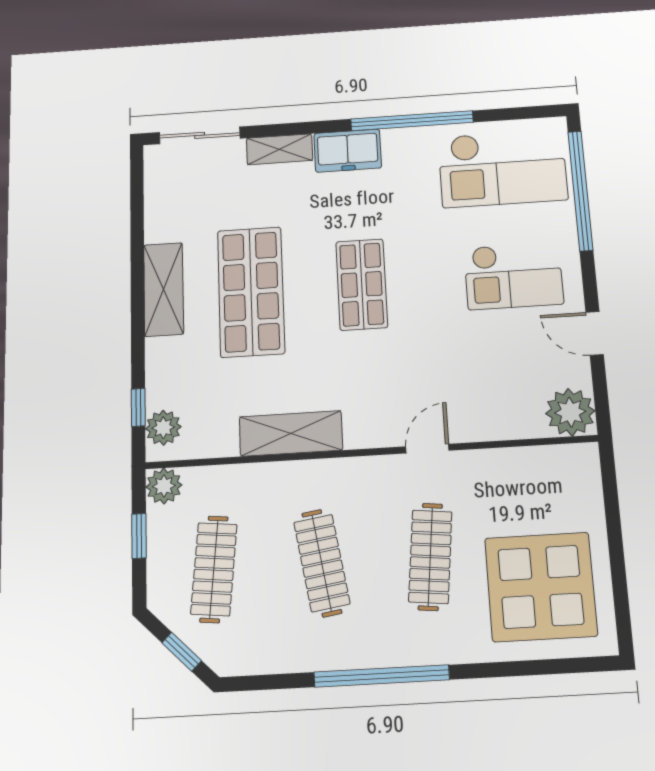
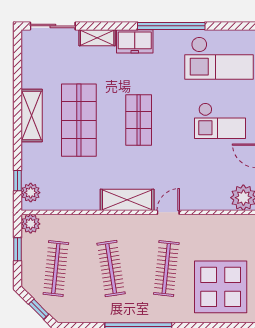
shelving: (291, 433) -> (127, 200), moved

